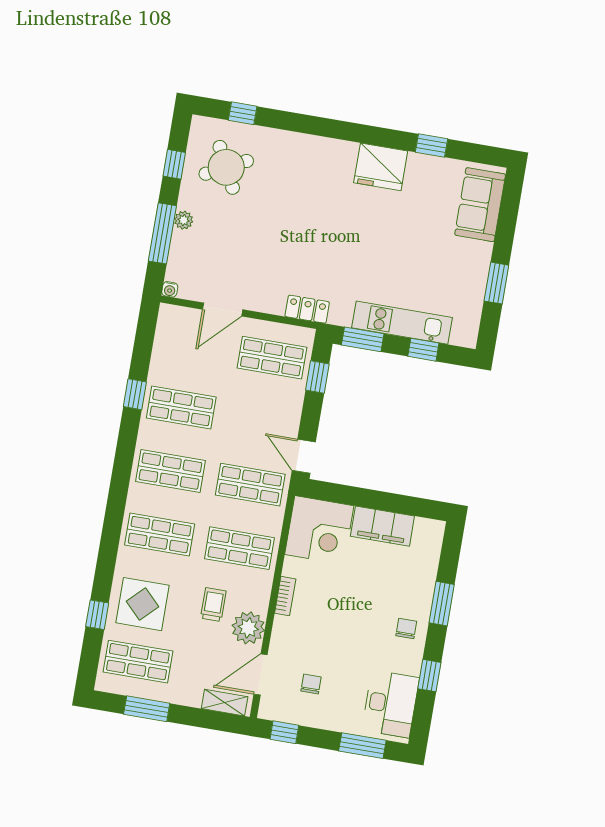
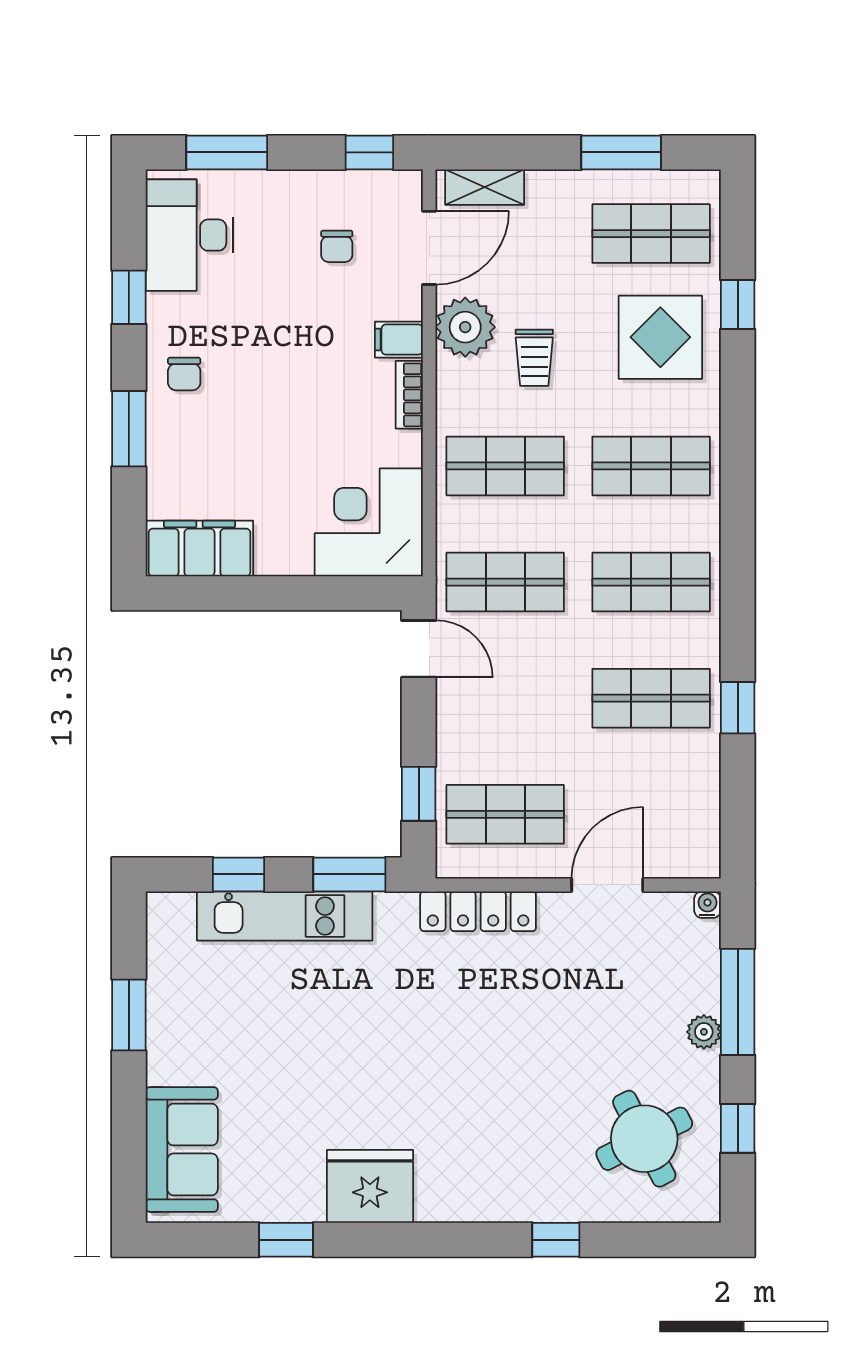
window: (243, 113) -> (556, 1240), moved
locker: (307, 309) -> (478, 911), width x1.53
filing cabinet: (382, 526) -> (199, 549), moved
filing cabinet: (286, 627) -> (399, 340), added

